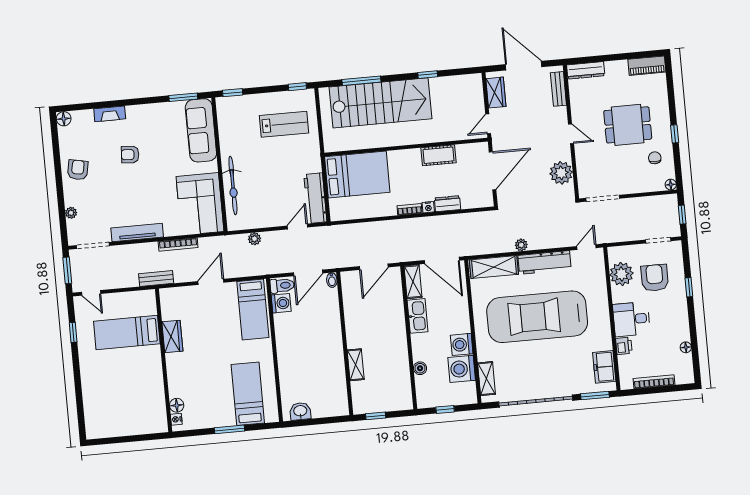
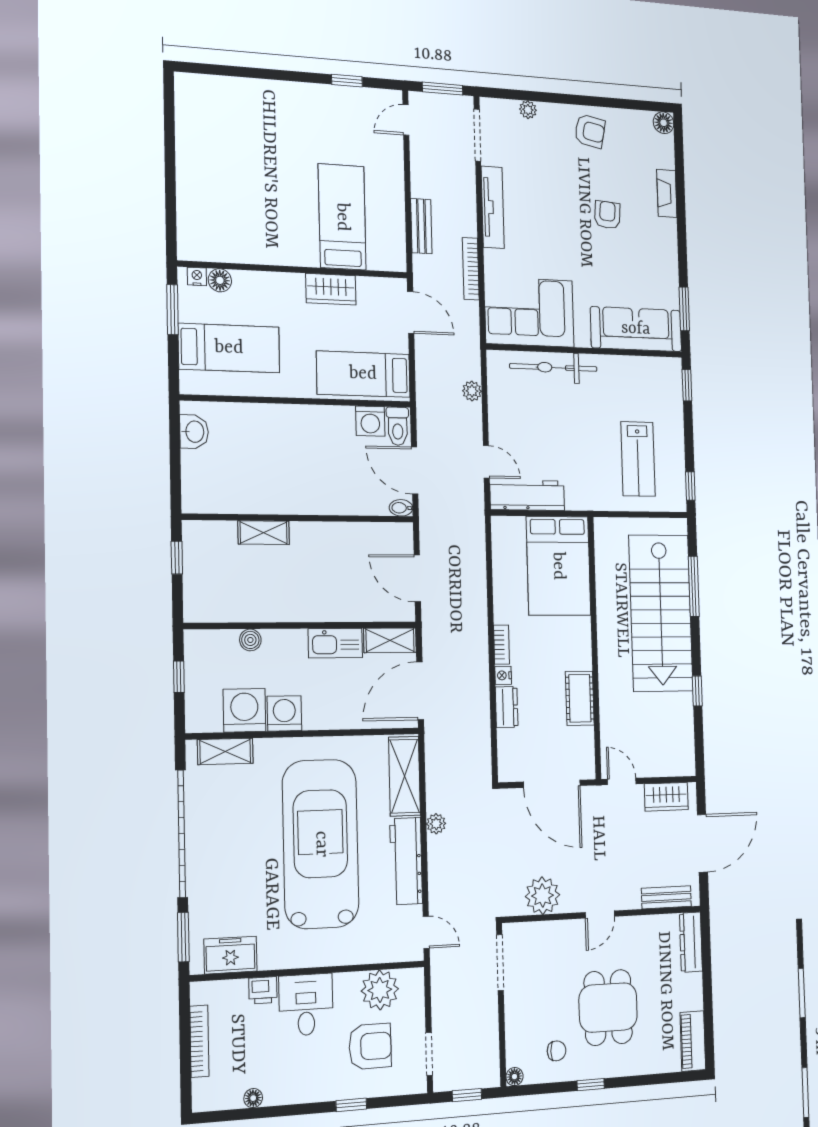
bed: (127, 332) -> (342, 217), moved
wardrobe: (172, 336) -> (331, 289), moved
wall: (164, 360) -> (294, 269), moved
floor lamp: (177, 405) -> (220, 280), moved
nightstand: (176, 419) -> (197, 276), moved

